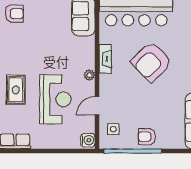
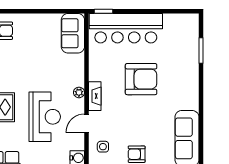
fireplace: (105, 59) -> (95, 96), moved
armchair: (151, 62) -> (141, 79), turned -136

